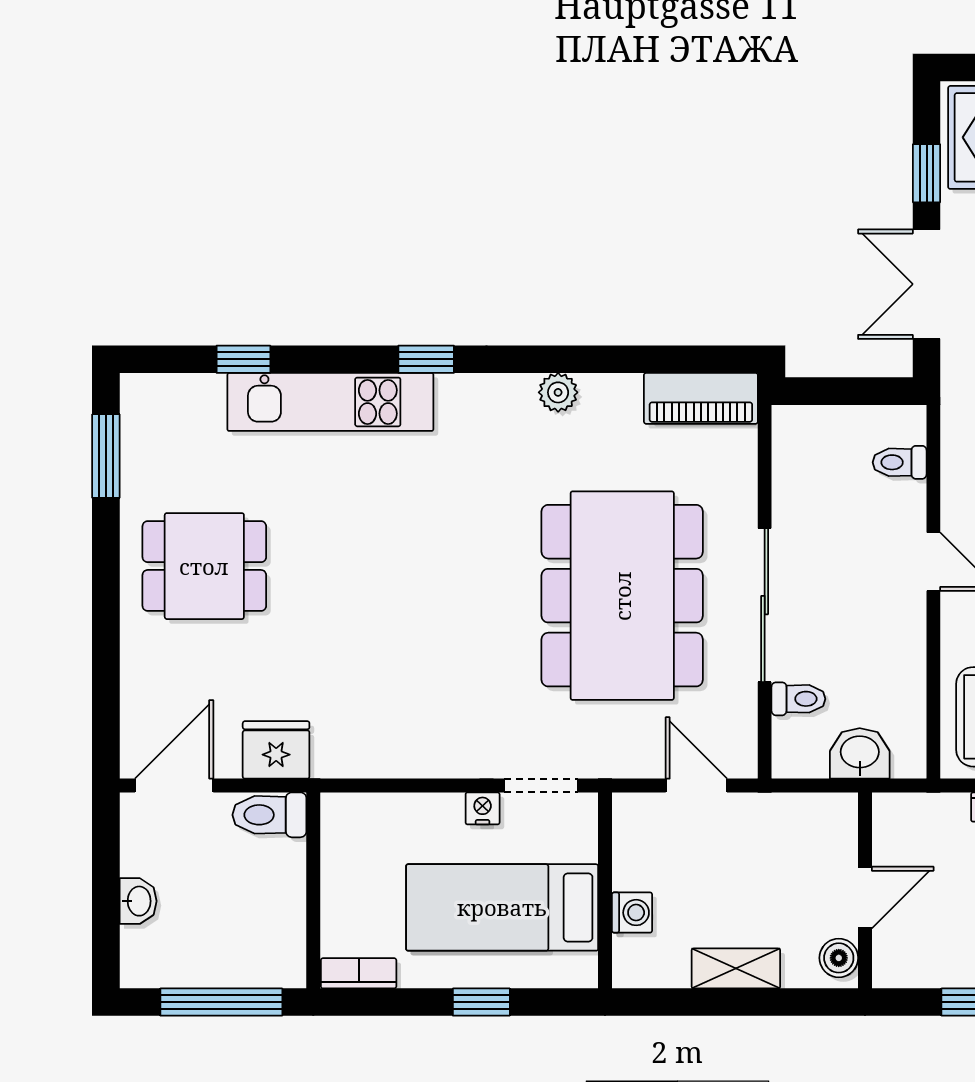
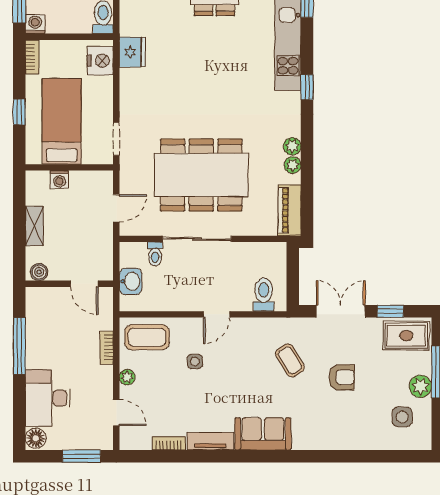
plant: (600, 392) -> (293, 165), added
toilet: (900, 462) -> (264, 295), width x1.37, depth x1.39
fridge: (276, 750) -> (132, 52), moved
nightstand: (483, 808) -> (100, 61), moved, width x1.89, depth x1.79
door: (865, 898) -> (84, 284), moved
washing machine: (285, 967) -> (35, 24), added

